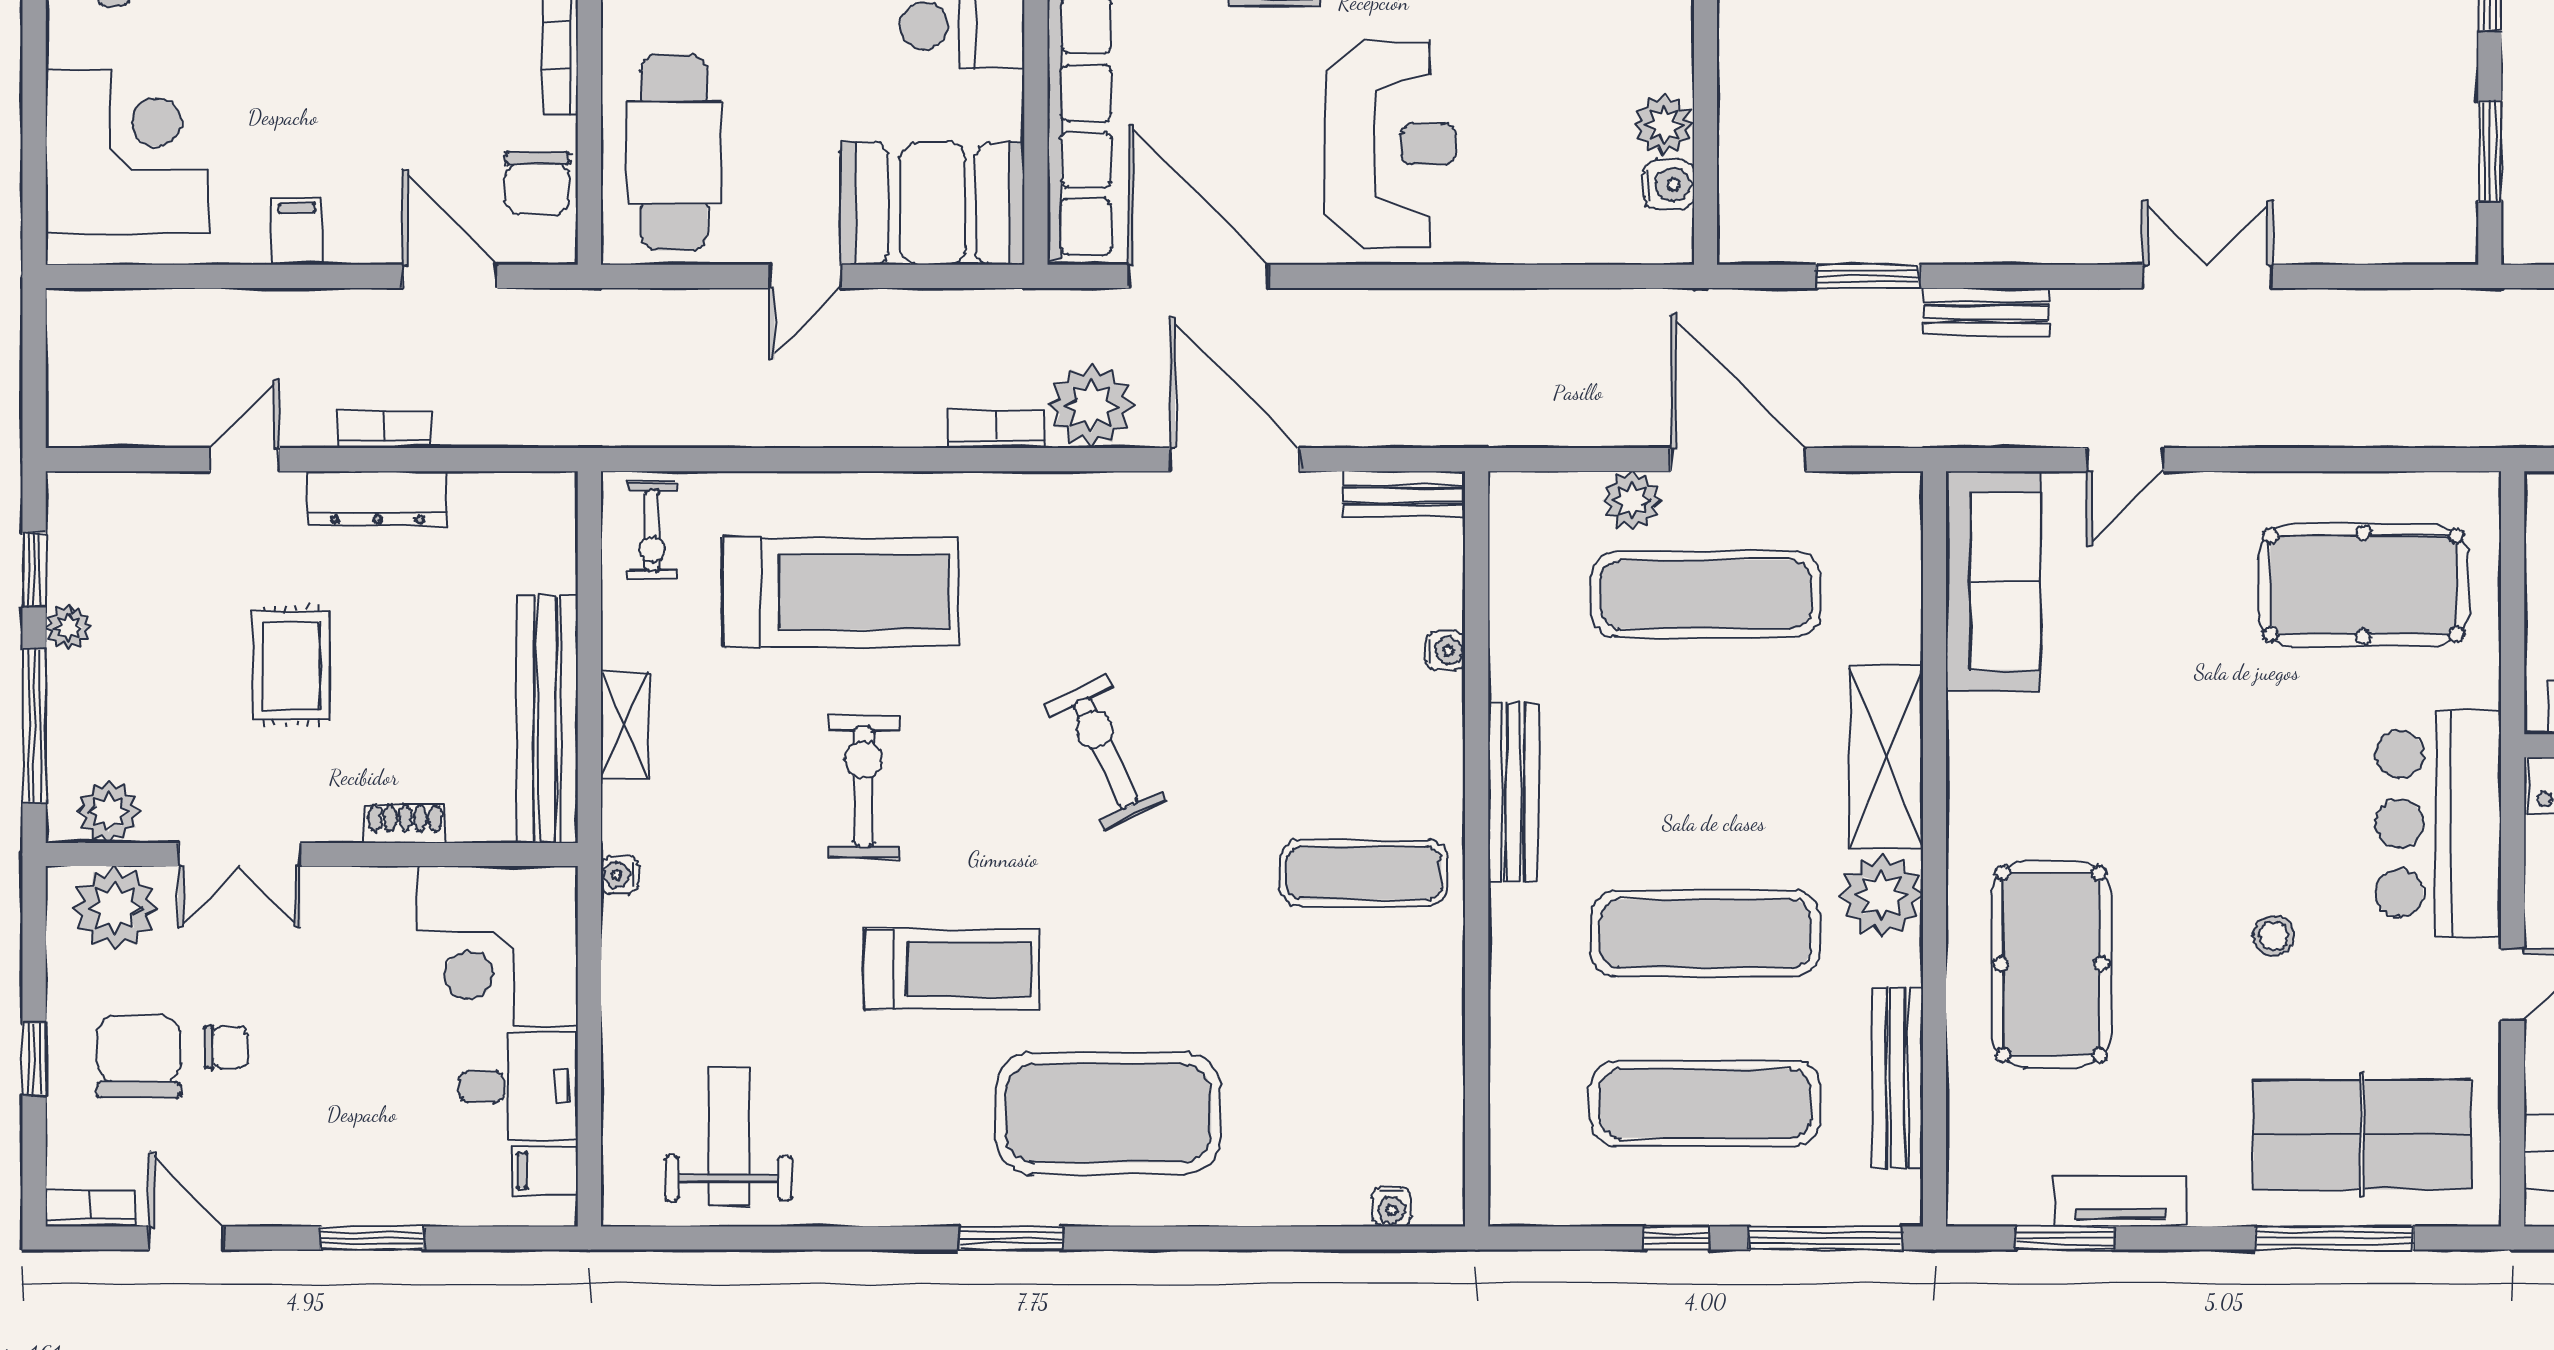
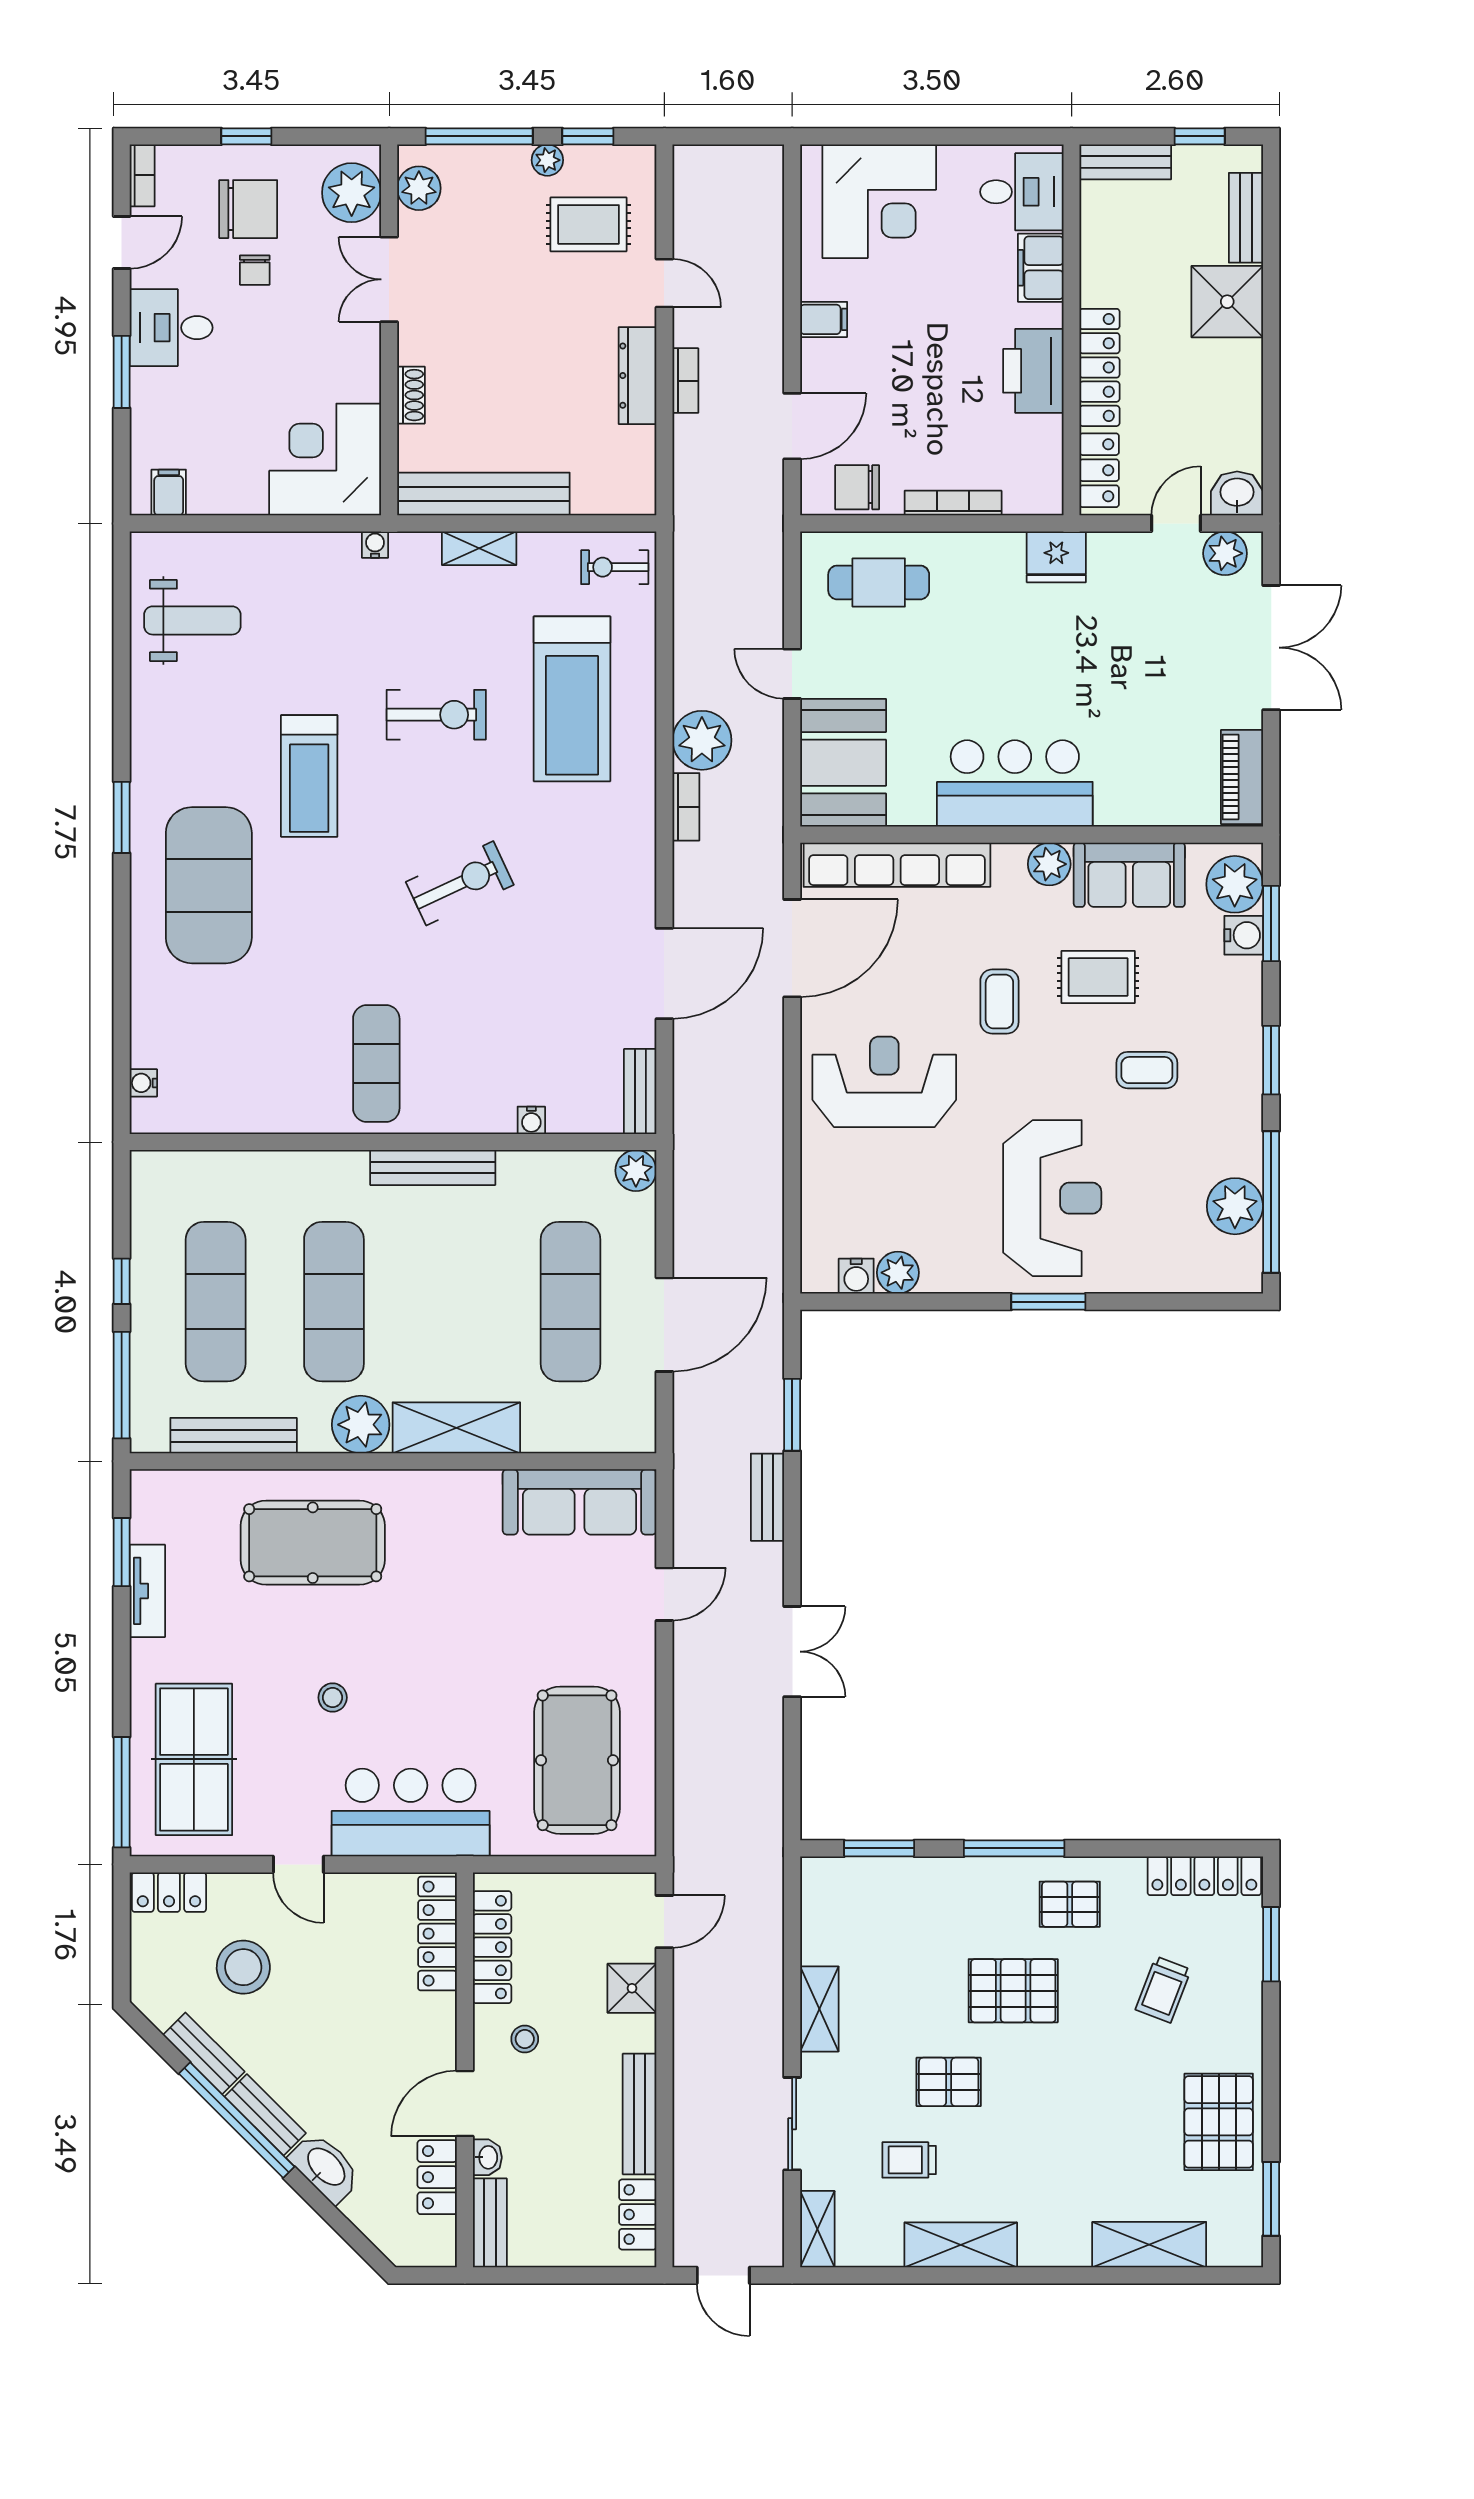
reception desk: (1390, 144) -> (884, 1082), turned 180
cafe table: (674, 152) -> (879, 582), width x0.73, depth x0.74
plant: (1091, 406) -> (702, 740), moved
door: (2125, 460) -> (664, 1594), swing flipped
plant: (1632, 501) -> (636, 1171), moved
rug: (291, 666) -> (589, 224), moved
desk: (518, 1086) -> (171, 328), moved, turned 90
window: (2334, 1238) -> (122, 1792), moved

